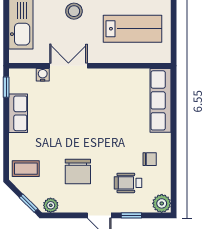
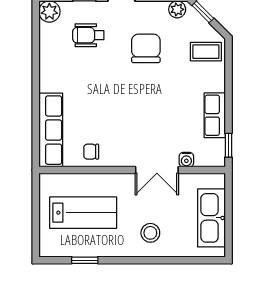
lab bench: (132, 29) -> (83, 213), turned 180
chair: (150, 159) -> (91, 152), moved
wheelchair: (128, 183) -> (88, 35), turned 180

